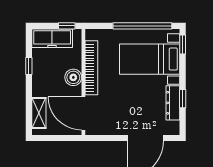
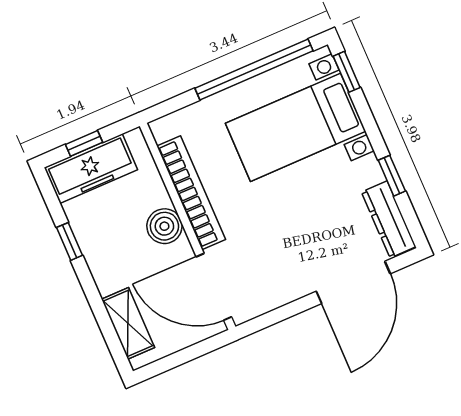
window: (67, 26) -> (84, 143), moved
dresser: (173, 103) -> (389, 219), moved

